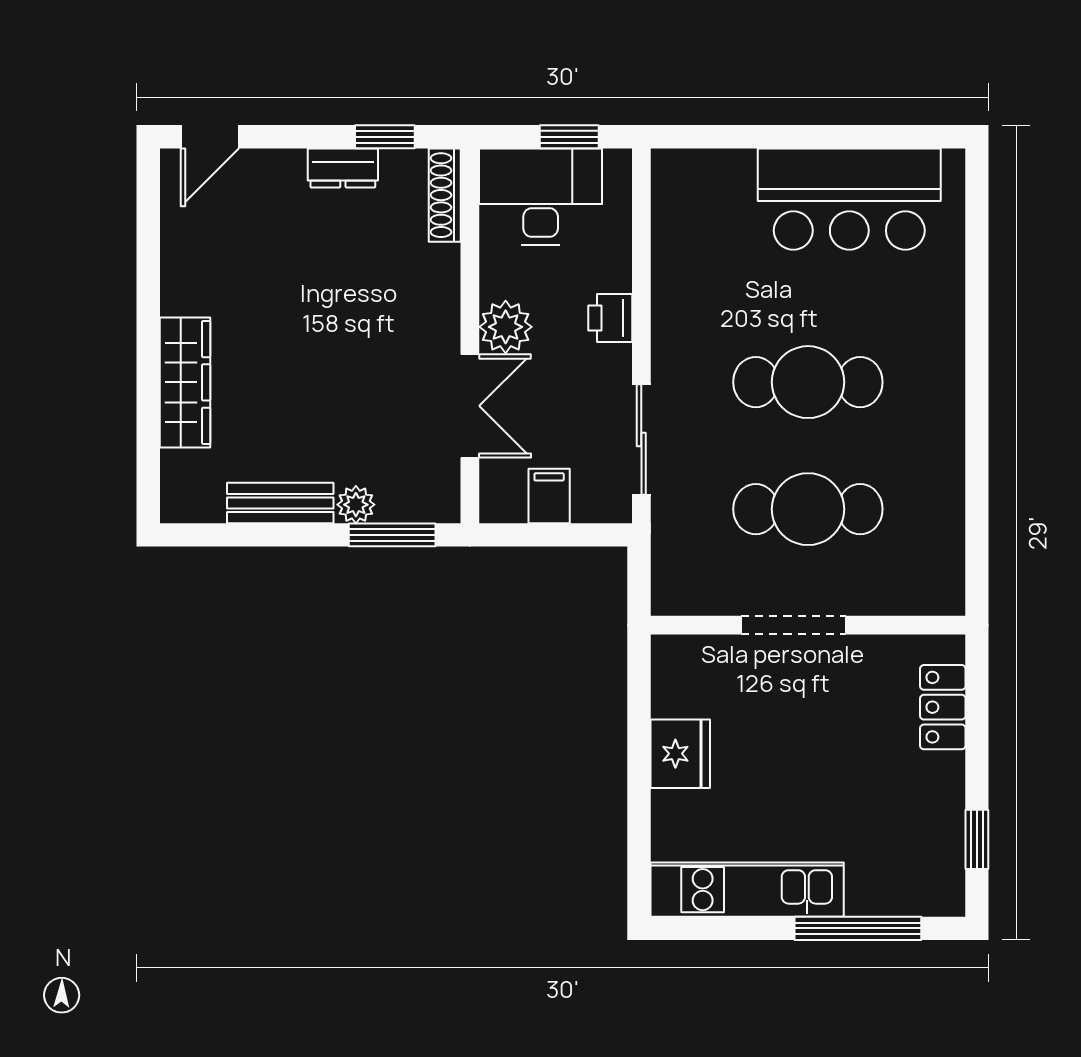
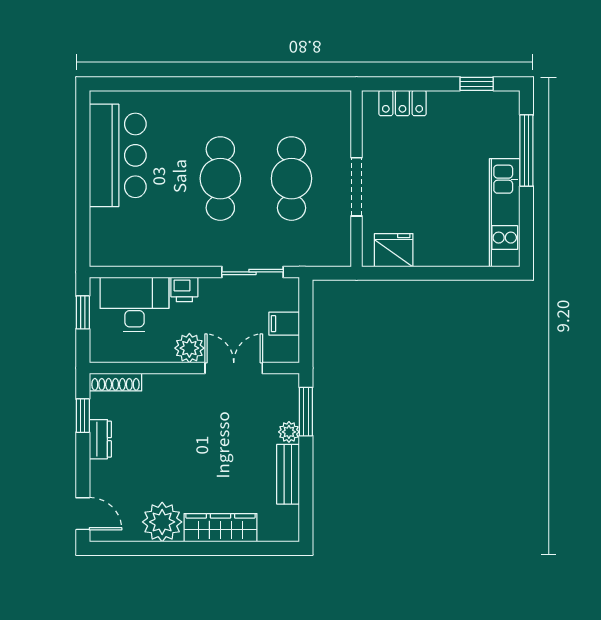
desk: (541, 197) -> (134, 304), moved, turned 90
plant: (195, 278) -> (162, 522), added
fridge: (680, 754) -> (394, 250), moved

